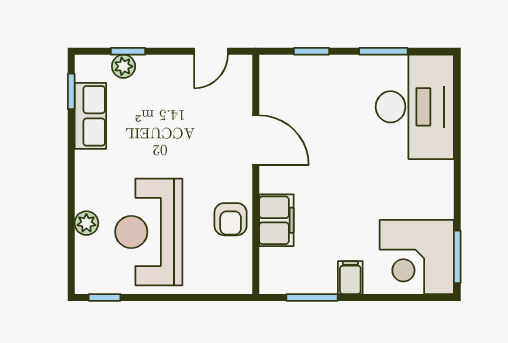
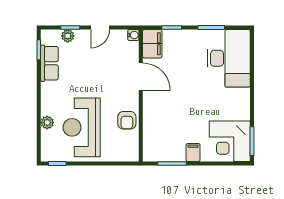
door: (211, 51) -> (100, 28), moved
water cooler: (242, 65) -> (133, 35), added
filing cabinet: (276, 220) -> (152, 44), moved

